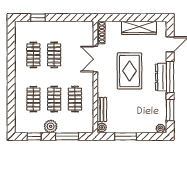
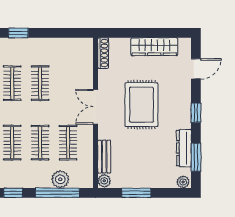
double door: (95, 59) -> (95, 107), moved
dresser: (161, 77) -> (184, 148), moved
window: (170, 77) -> (196, 113), width x0.46
plant: (51, 126) -> (60, 179), moved
window: (67, 136) -> (57, 193), width x1.44

